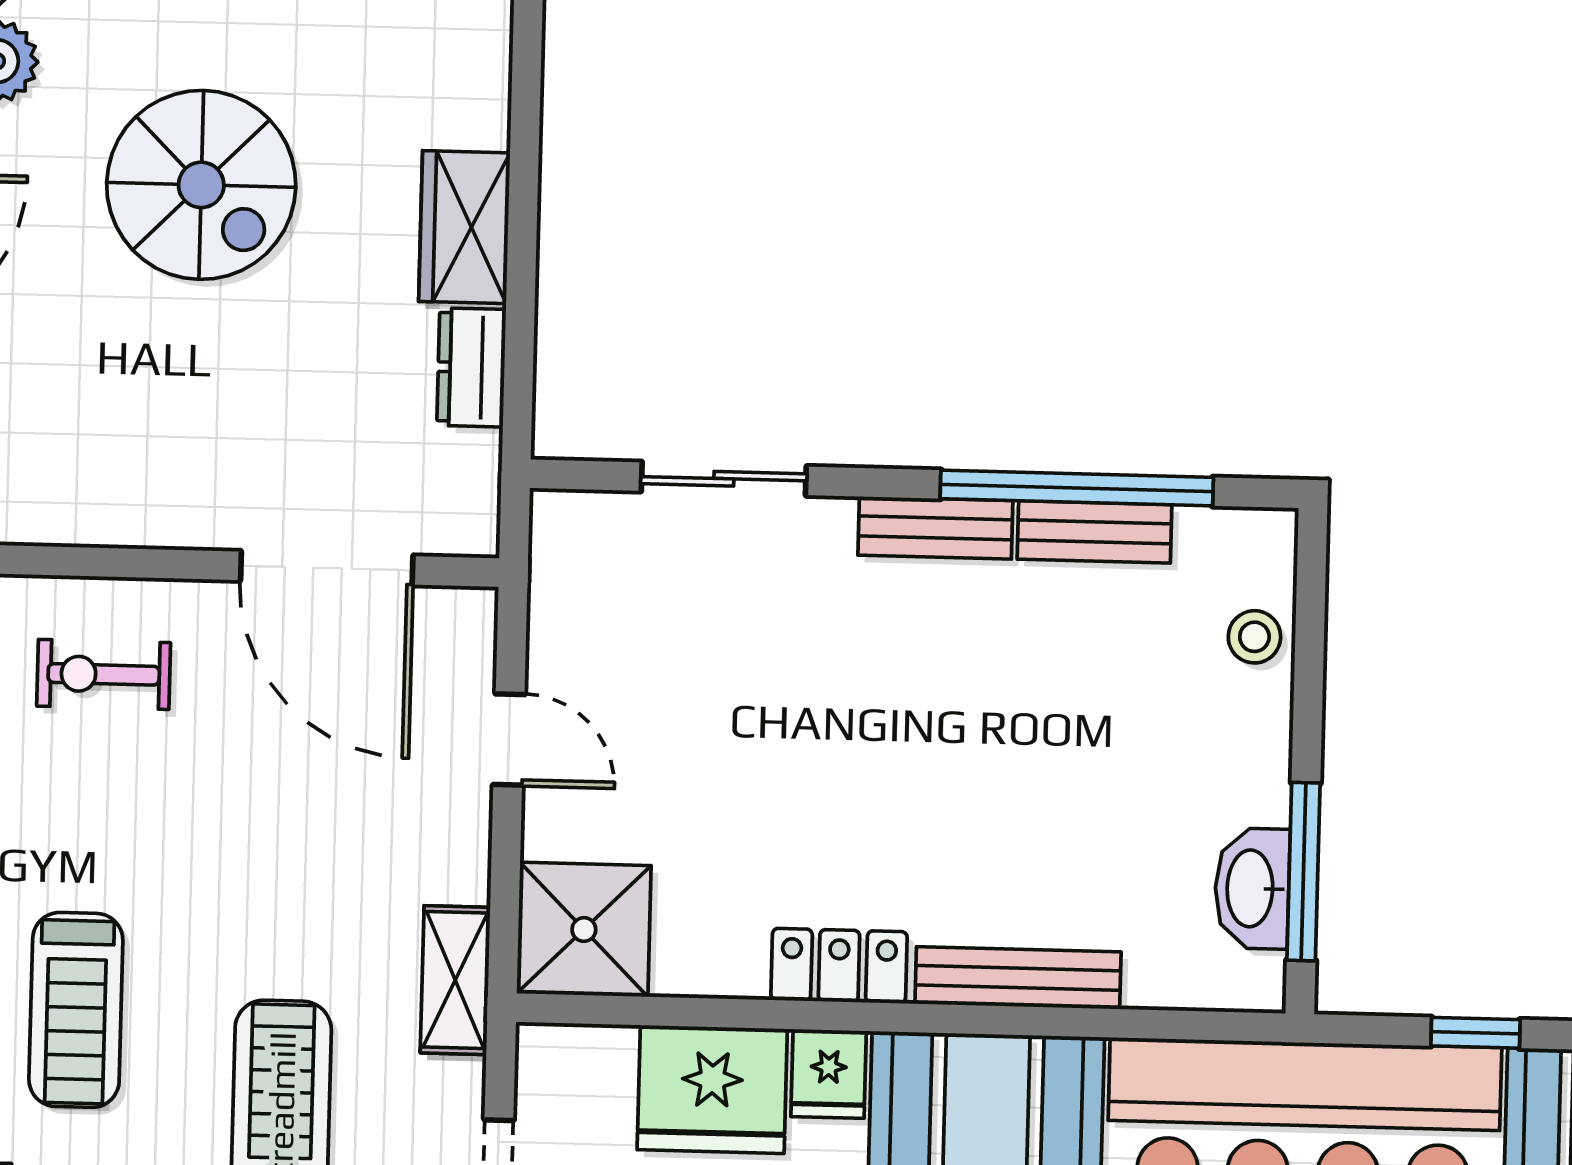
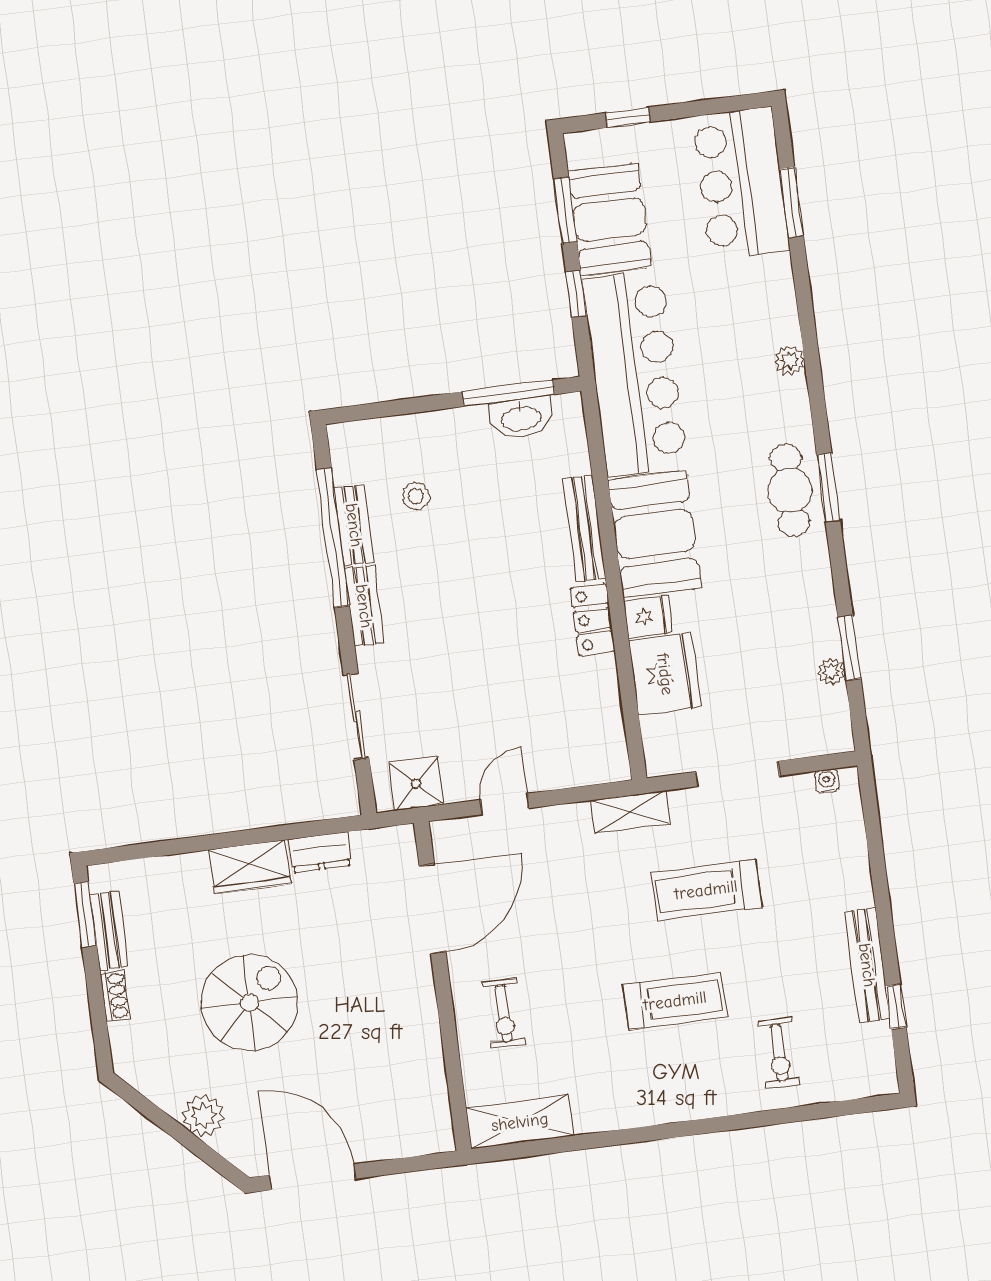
stool: (1254, 637) -> (416, 496), moved
shower: (584, 929) -> (416, 783), moved, width x0.73, depth x0.73

